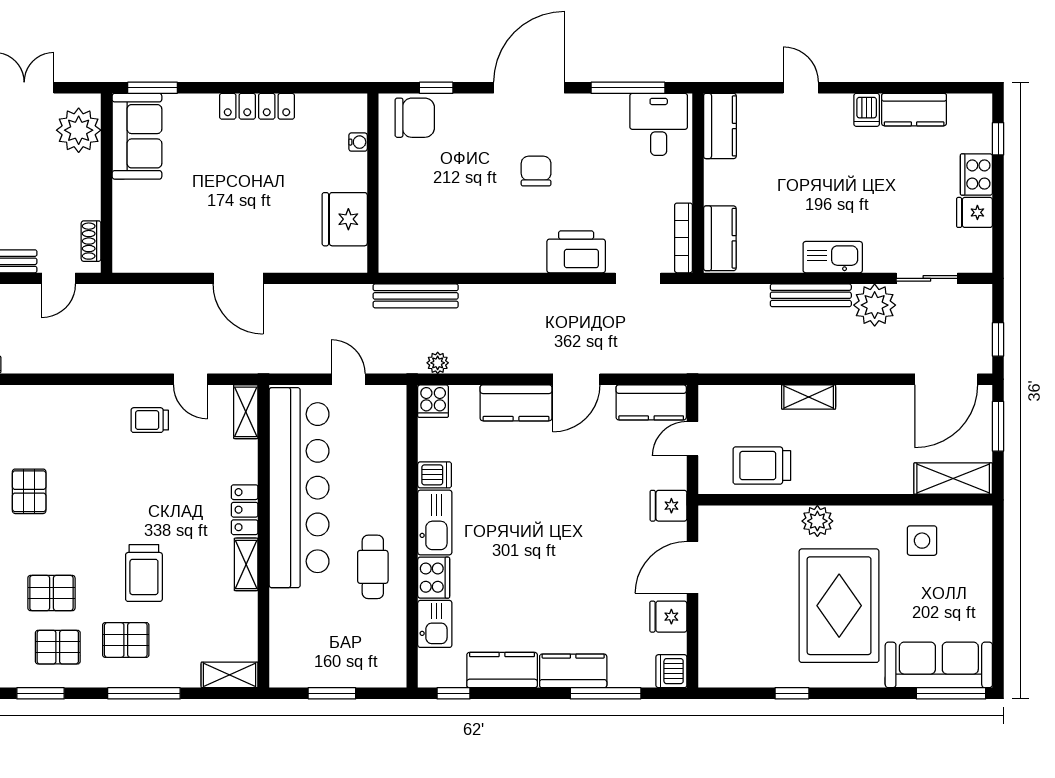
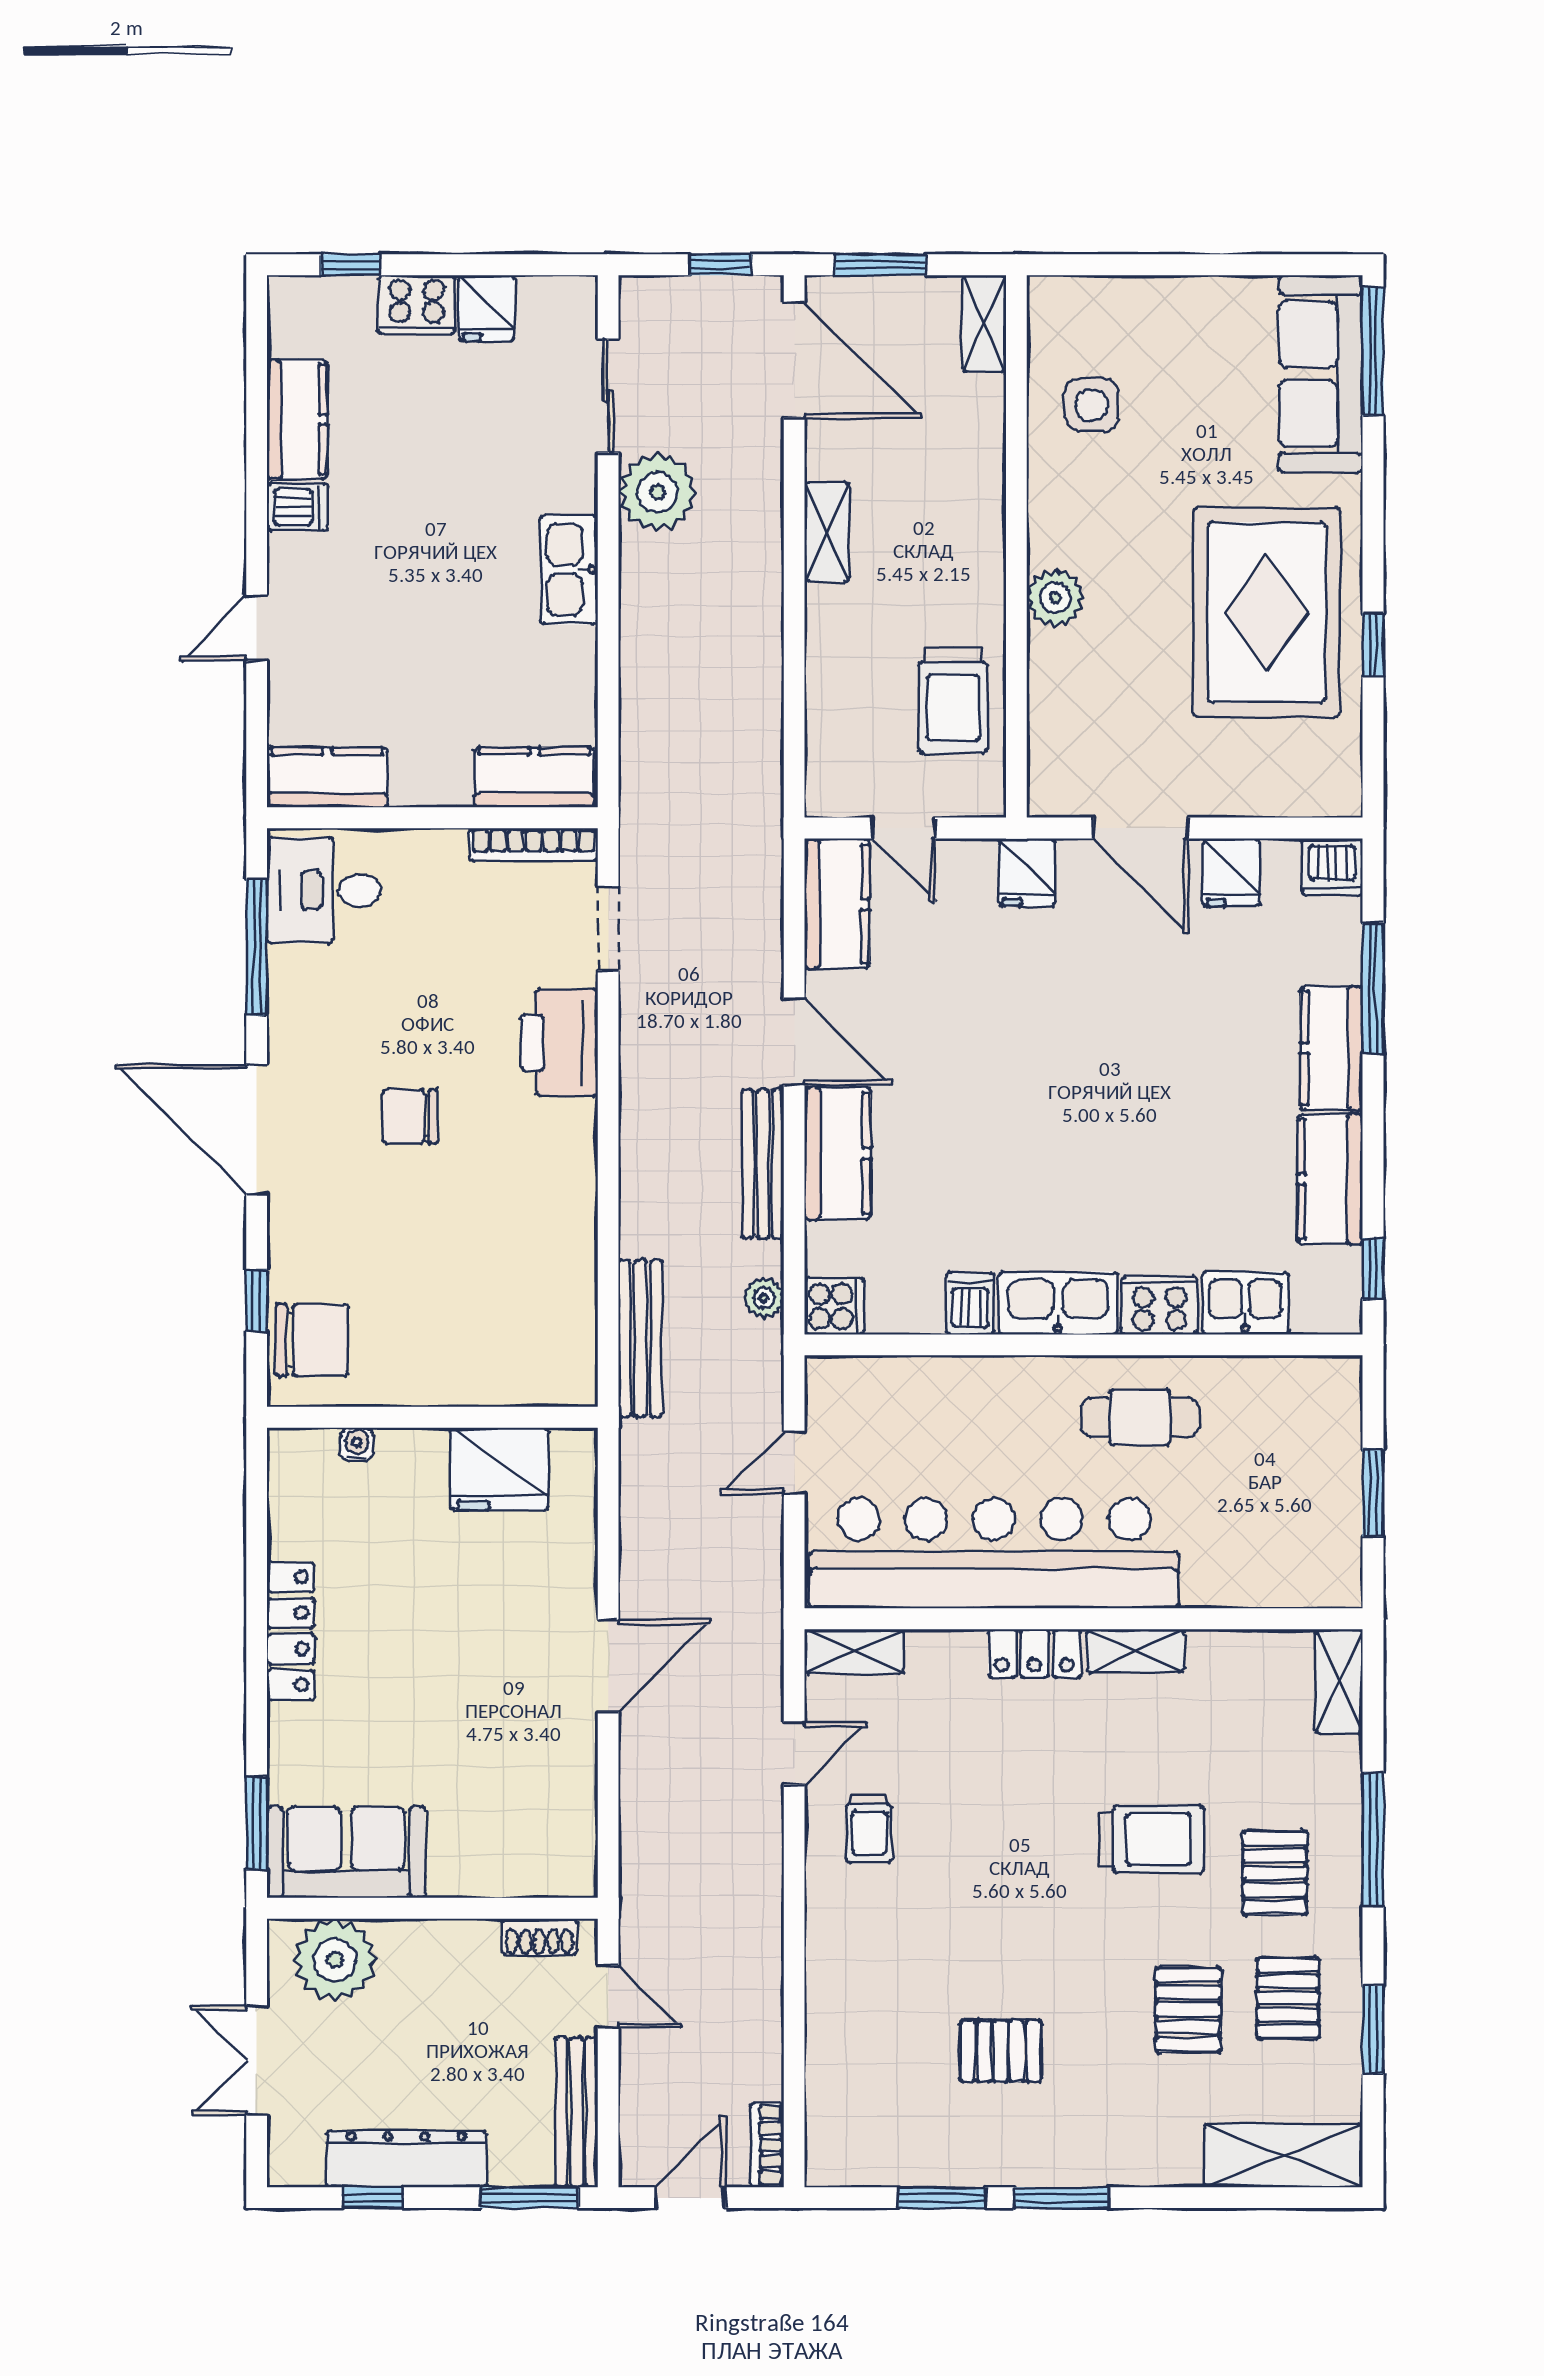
chair: (415, 118) -> (312, 1340), turned 90
bench: (811, 295) -> (763, 1164), moved
shelving: (809, 397) -> (827, 532), moved
shelving: (953, 479) -> (984, 323), width x0.67, depth x0.75
rug: (839, 606) -> (1266, 612), moved, turned 90

